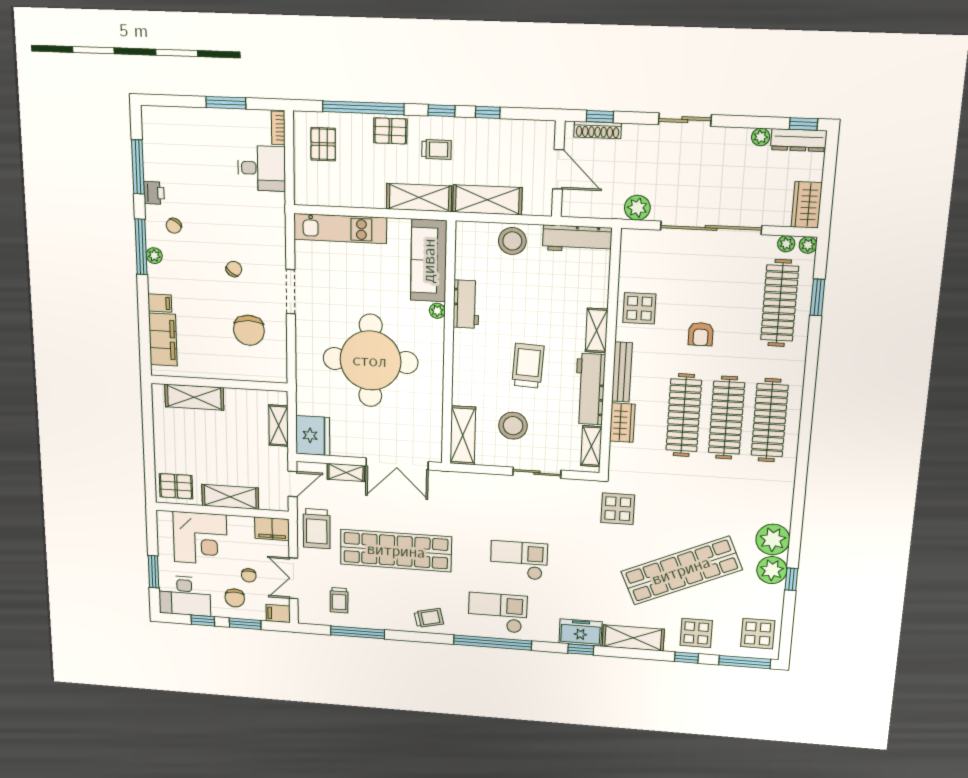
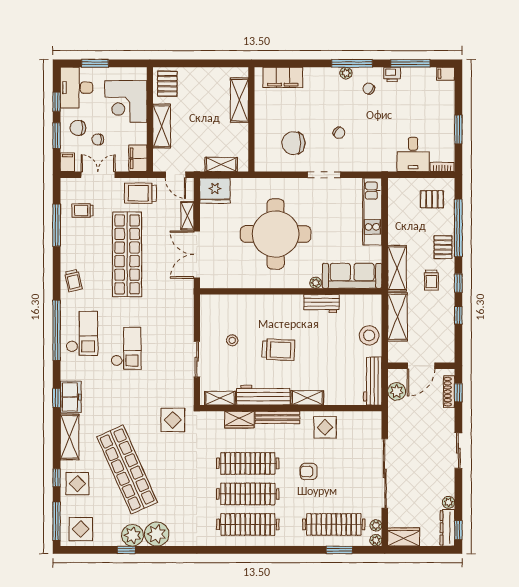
plant: (637, 208) -> (397, 391), moved
filing cabinet: (160, 303) -> (446, 74), moved, turned 90
stool: (513, 426) -> (232, 340), width x0.53, depth x0.53
shelving: (463, 435) -> (222, 303), removed

